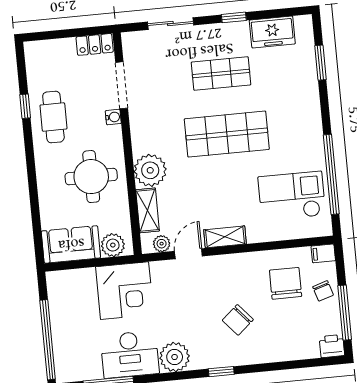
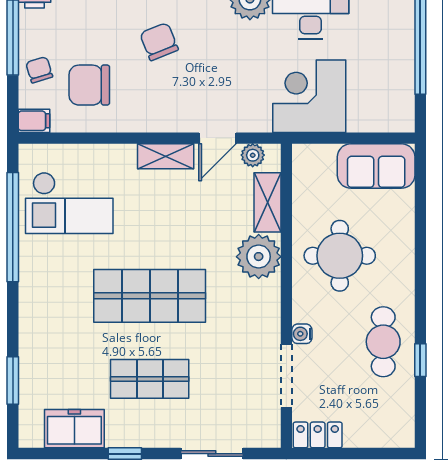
plant: (113, 245) -> (319, 160), removed
chair: (286, 283) -> (89, 85), turned 90
chair: (238, 320) -> (159, 42), turned -71

